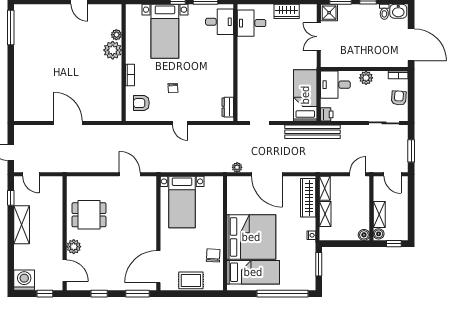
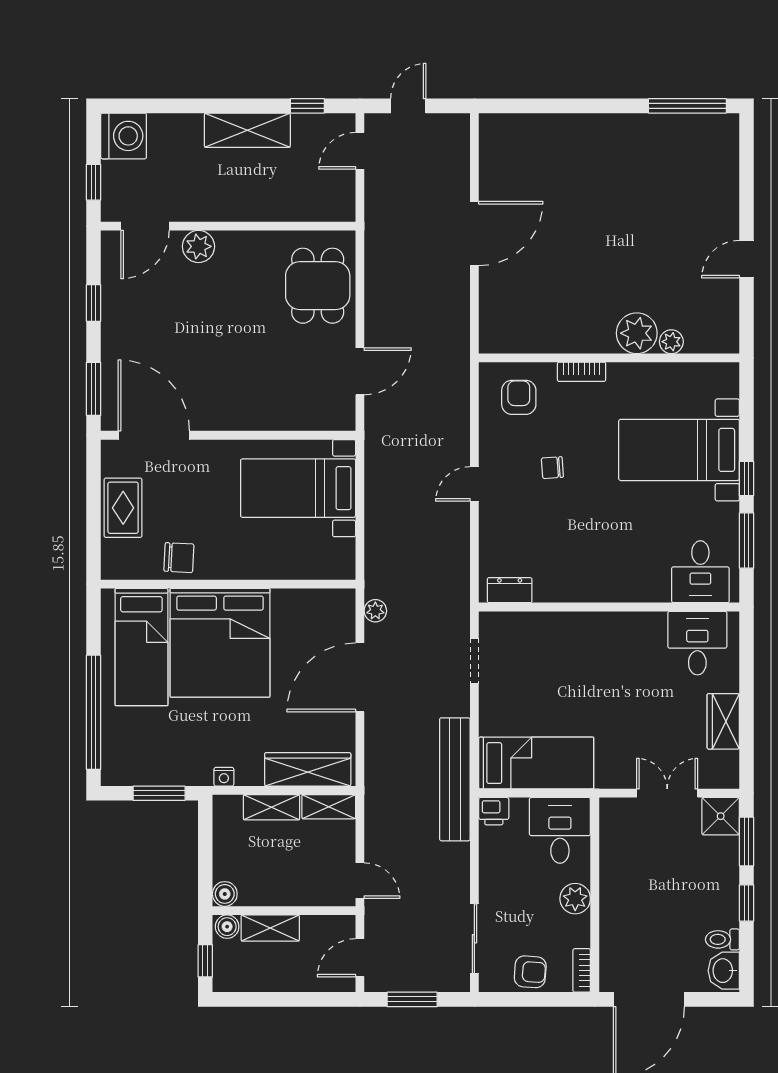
dining table: (89, 215) -> (318, 286), moved

